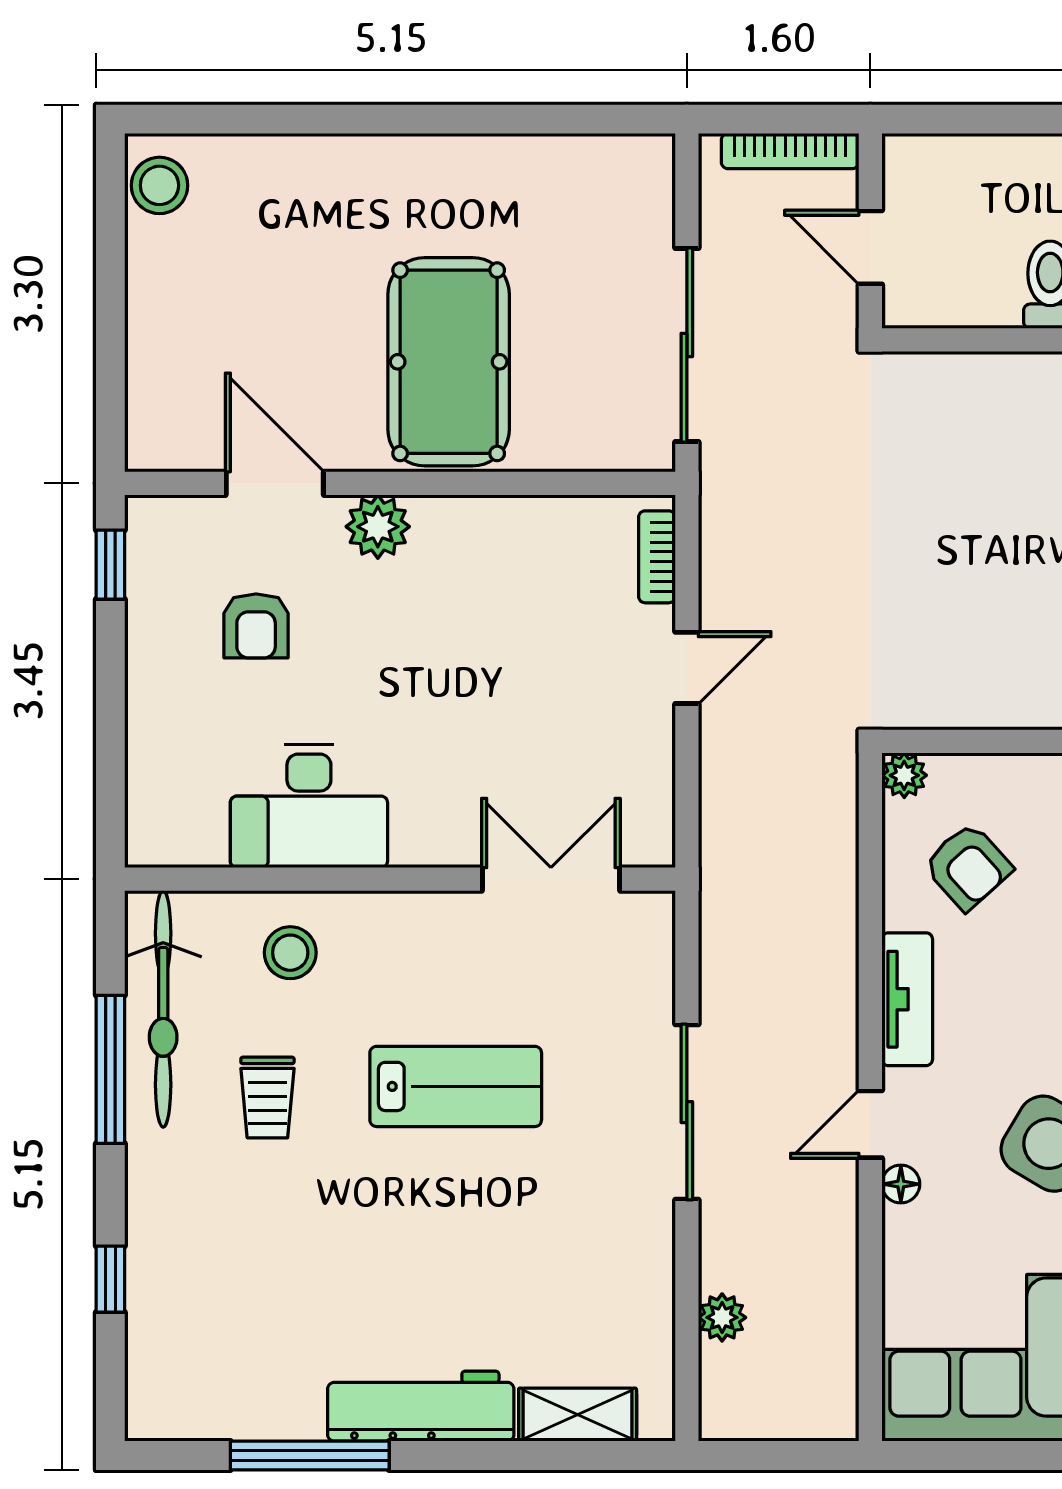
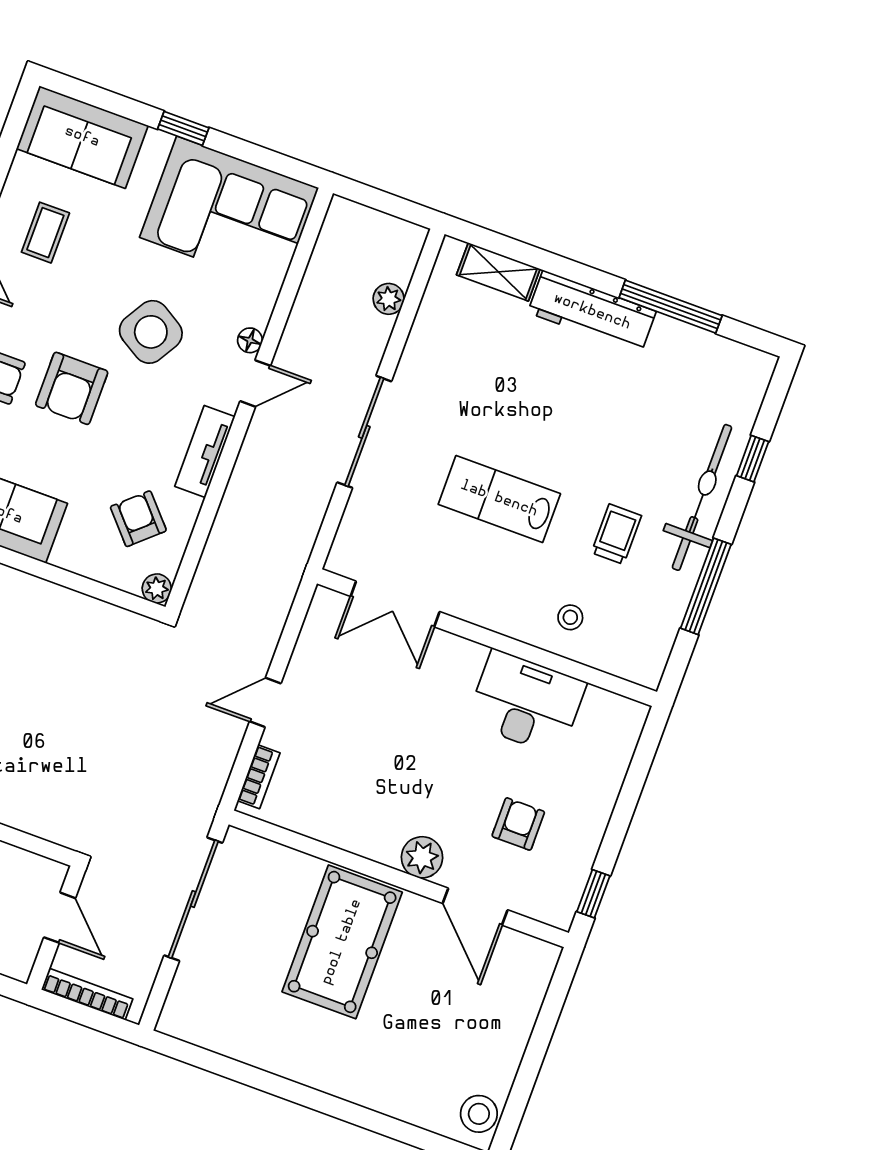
stool: (290, 953) -> (570, 617), width x0.73, depth x0.73
bicycle: (163, 1009) -> (702, 497), moved

